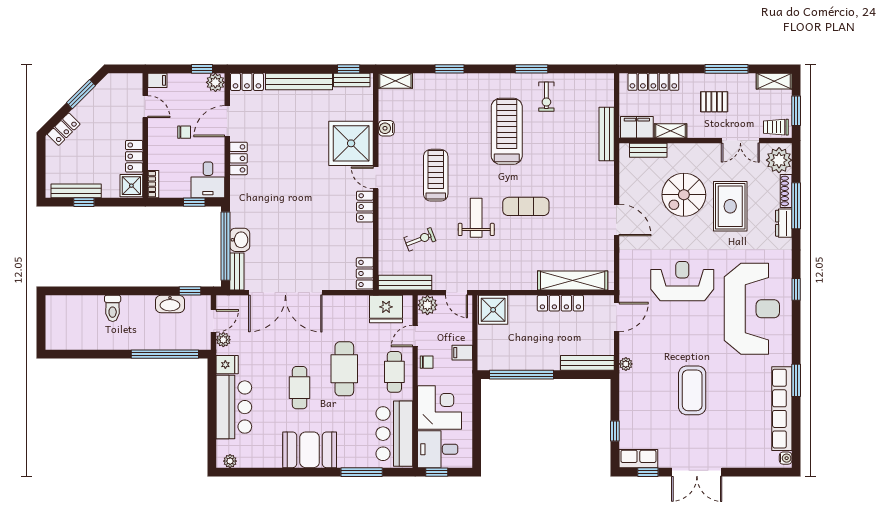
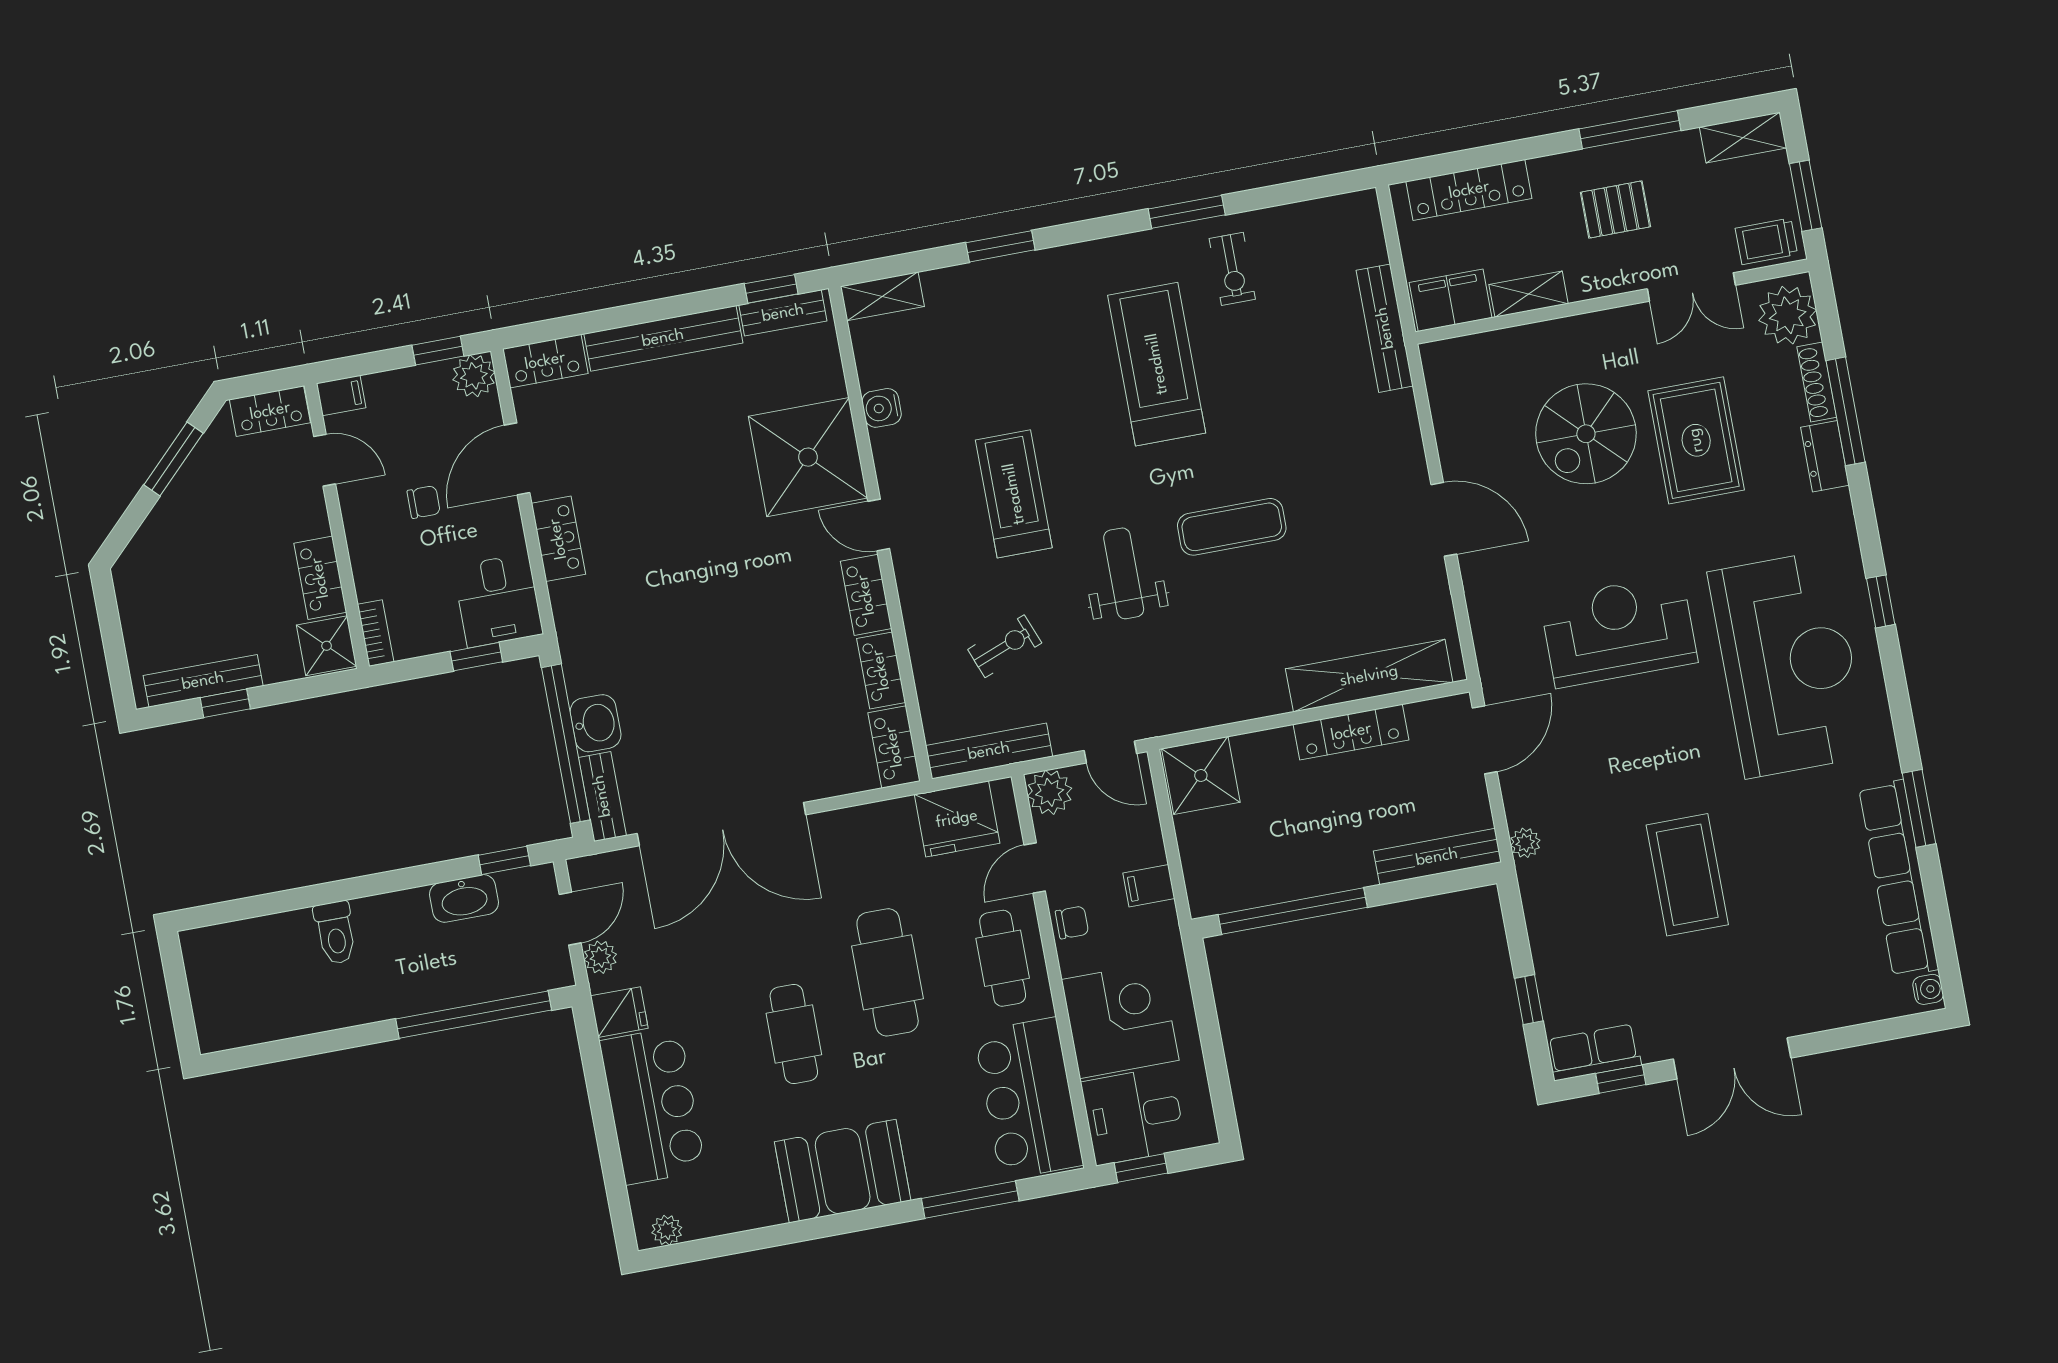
locker: (64, 129) -> (270, 411), moved, turned 45
bench: (648, 150) -> (1486, 348), removed
locker: (365, 240) -> (881, 670), added

